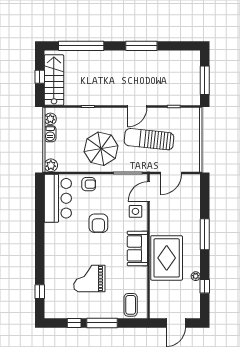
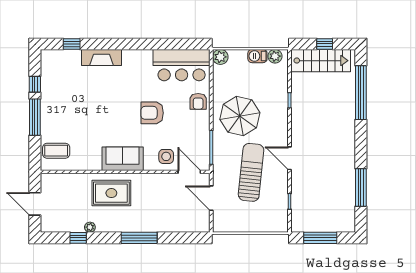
window: (141, 46) -> (361, 188), moved
rug: (167, 258) -> (111, 193), width x0.73, depth x0.69
fireplace: (51, 266) -> (102, 57), added
grand piano: (89, 279) -> (87, 102), removed

